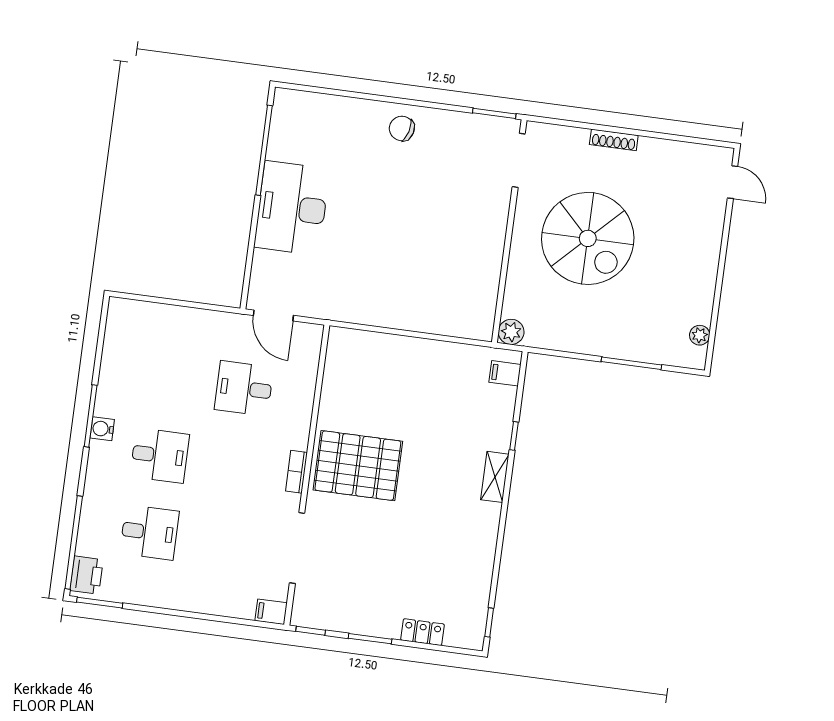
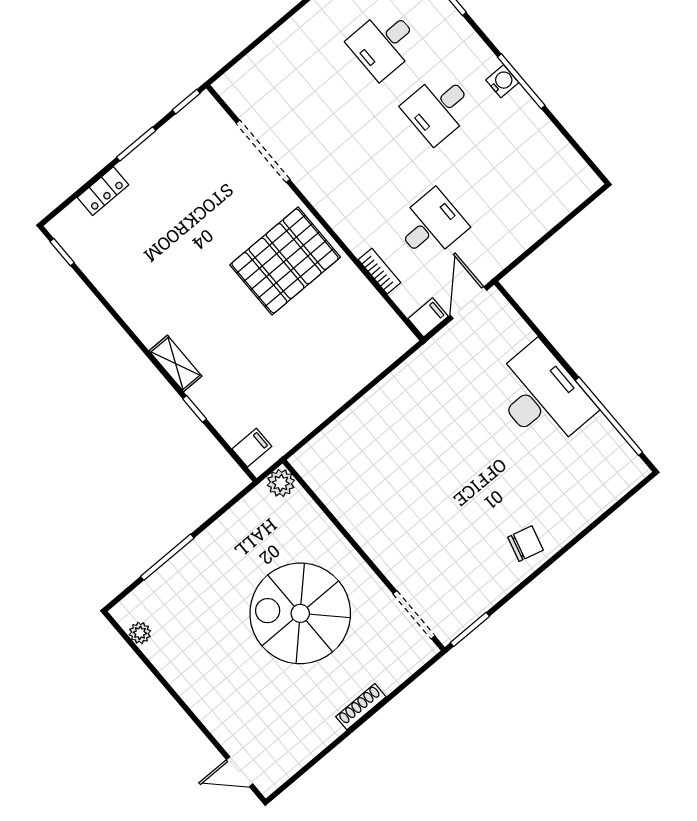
door: (273, 315) -> (468, 303), hinge flipped
bookcase: (296, 472) -> (380, 271), moved
filing cabinet: (271, 612) -> (428, 317), moved

